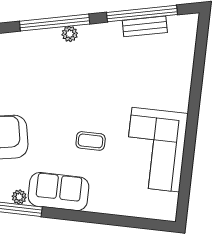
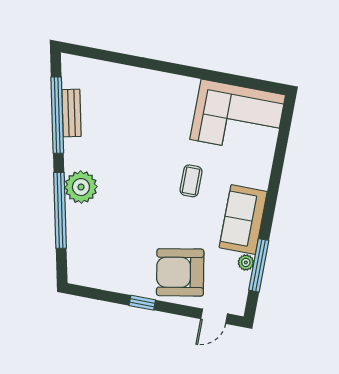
plant: (70, 34) -> (81, 187), width x1.87, depth x1.87
corner sofa: (156, 150) -> (238, 117), moved

